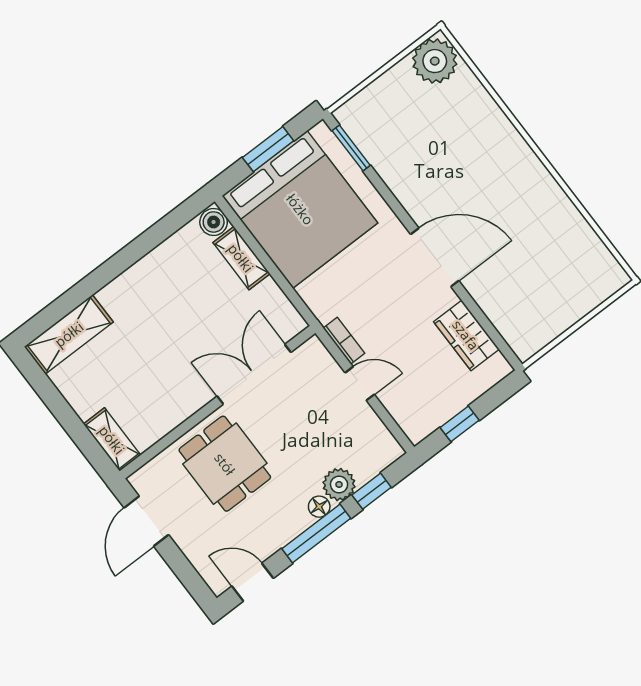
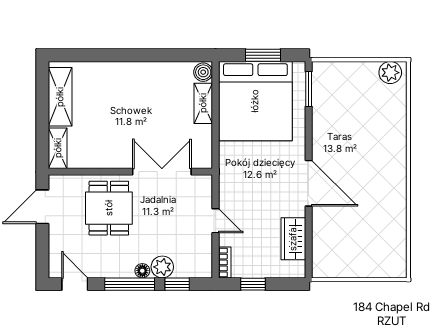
plant: (435, 61) -> (390, 73), width x0.73, depth x0.73
shelving: (69, 334) -> (60, 97), moved, turned 90
bookcase: (344, 341) -> (225, 262), moved

